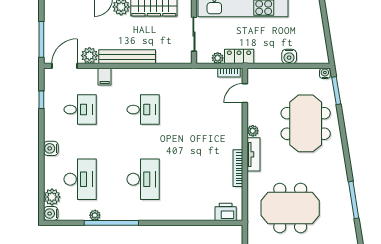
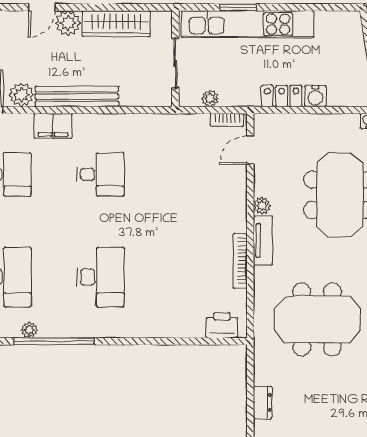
locker: (239, 56) -> (282, 96), moved
filing cabinet: (105, 77) -> (53, 126), width x2.00

